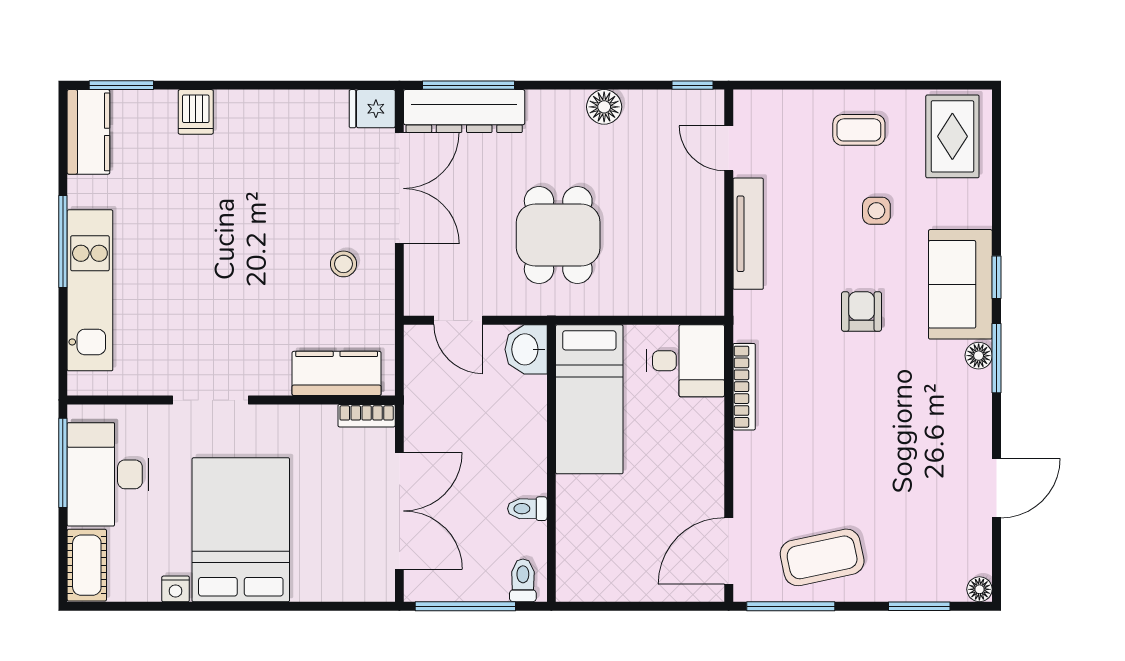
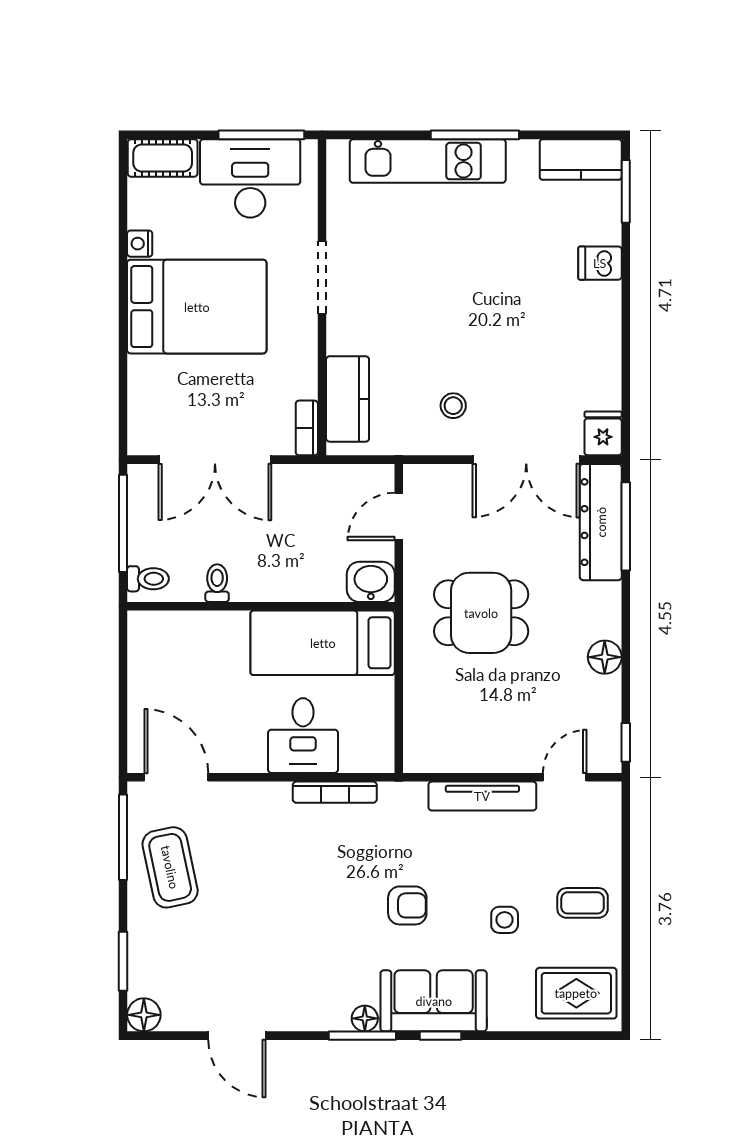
coffee table: (859, 130) -> (583, 903), turned 90
desk: (685, 361) -> (303, 736), moved
floor lamp: (979, 589) -> (144, 1015), width x1.37, depth x1.37

